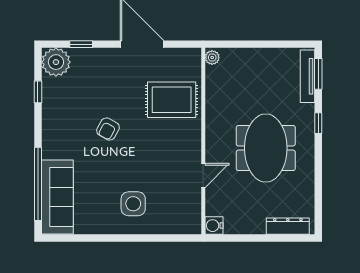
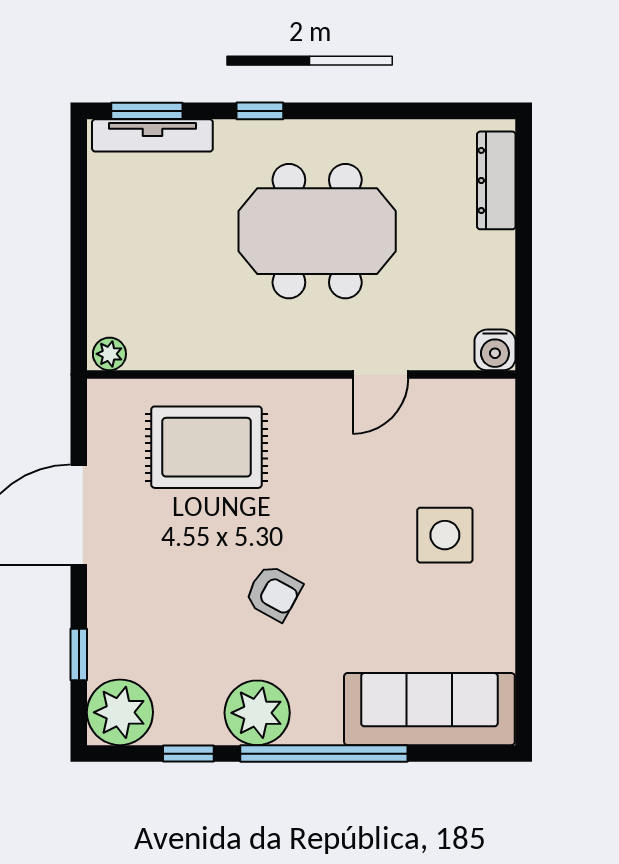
rug: (172, 100) -> (207, 447), turned 90
plant: (56, 122) -> (257, 713), added
door: (203, 176) -> (380, 374), swing flipped
window: (38, 184) -> (324, 754), moved

